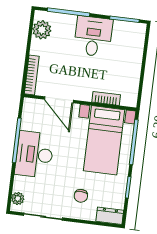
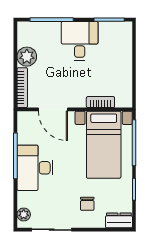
plant: (42, 30) -> (27, 57), moved

